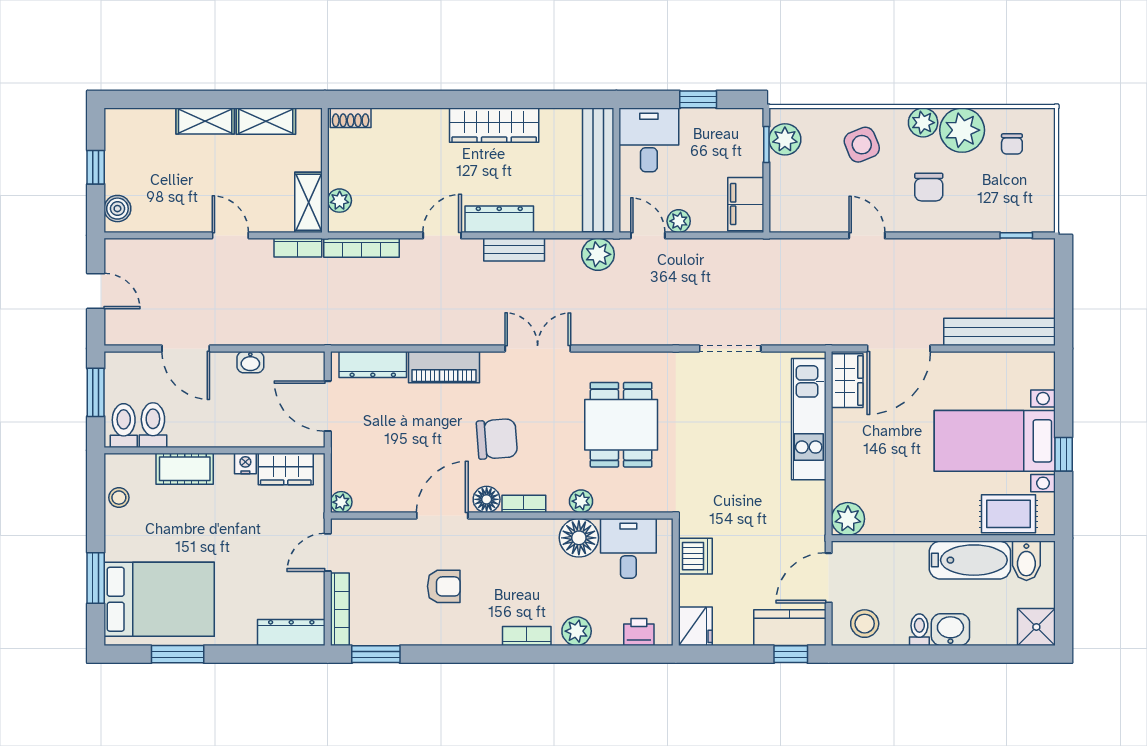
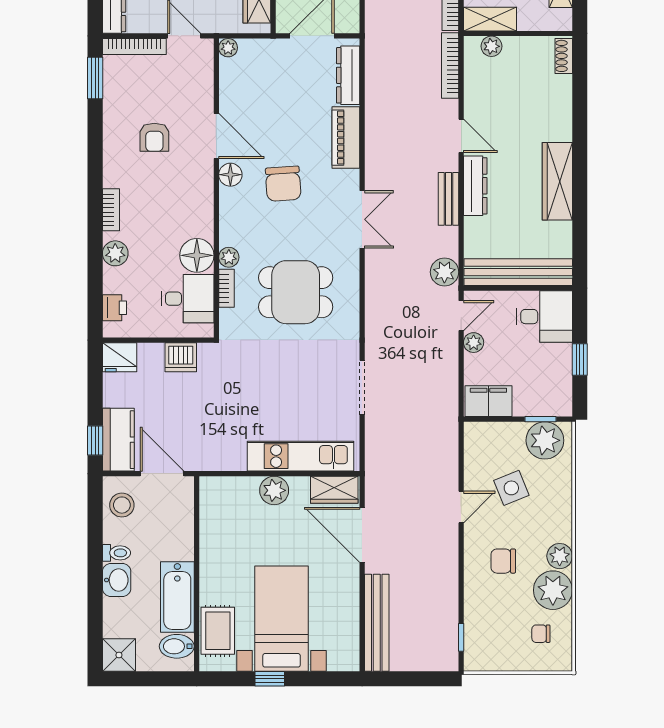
plant: (785, 139) -> (545, 440), width x1.36, depth x1.36
side table: (862, 145) -> (511, 488), moved
bookcase: (524, 504) -> (226, 288), moved
plant: (848, 519) -> (274, 490), moved

